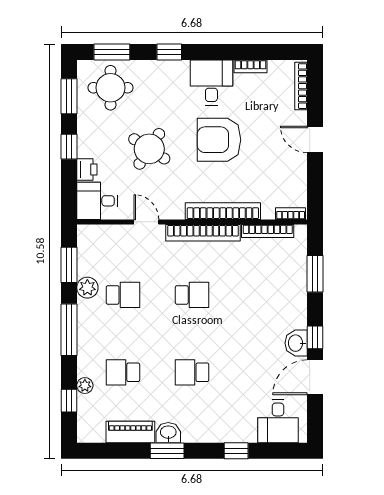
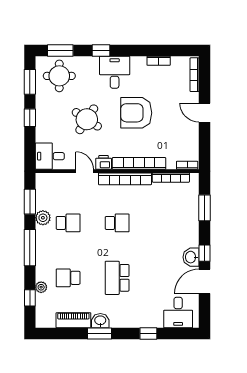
desk: (211, 83) -> (115, 72), moved
printer: (87, 170) -> (104, 162), moved, turned -90
school desk: (192, 372) -> (117, 278), width x1.85

